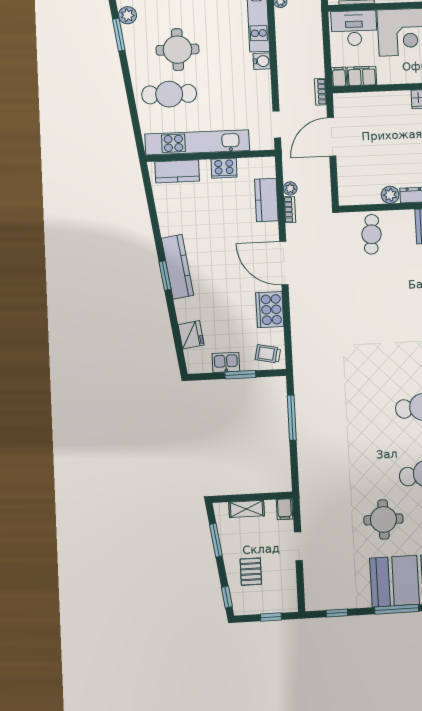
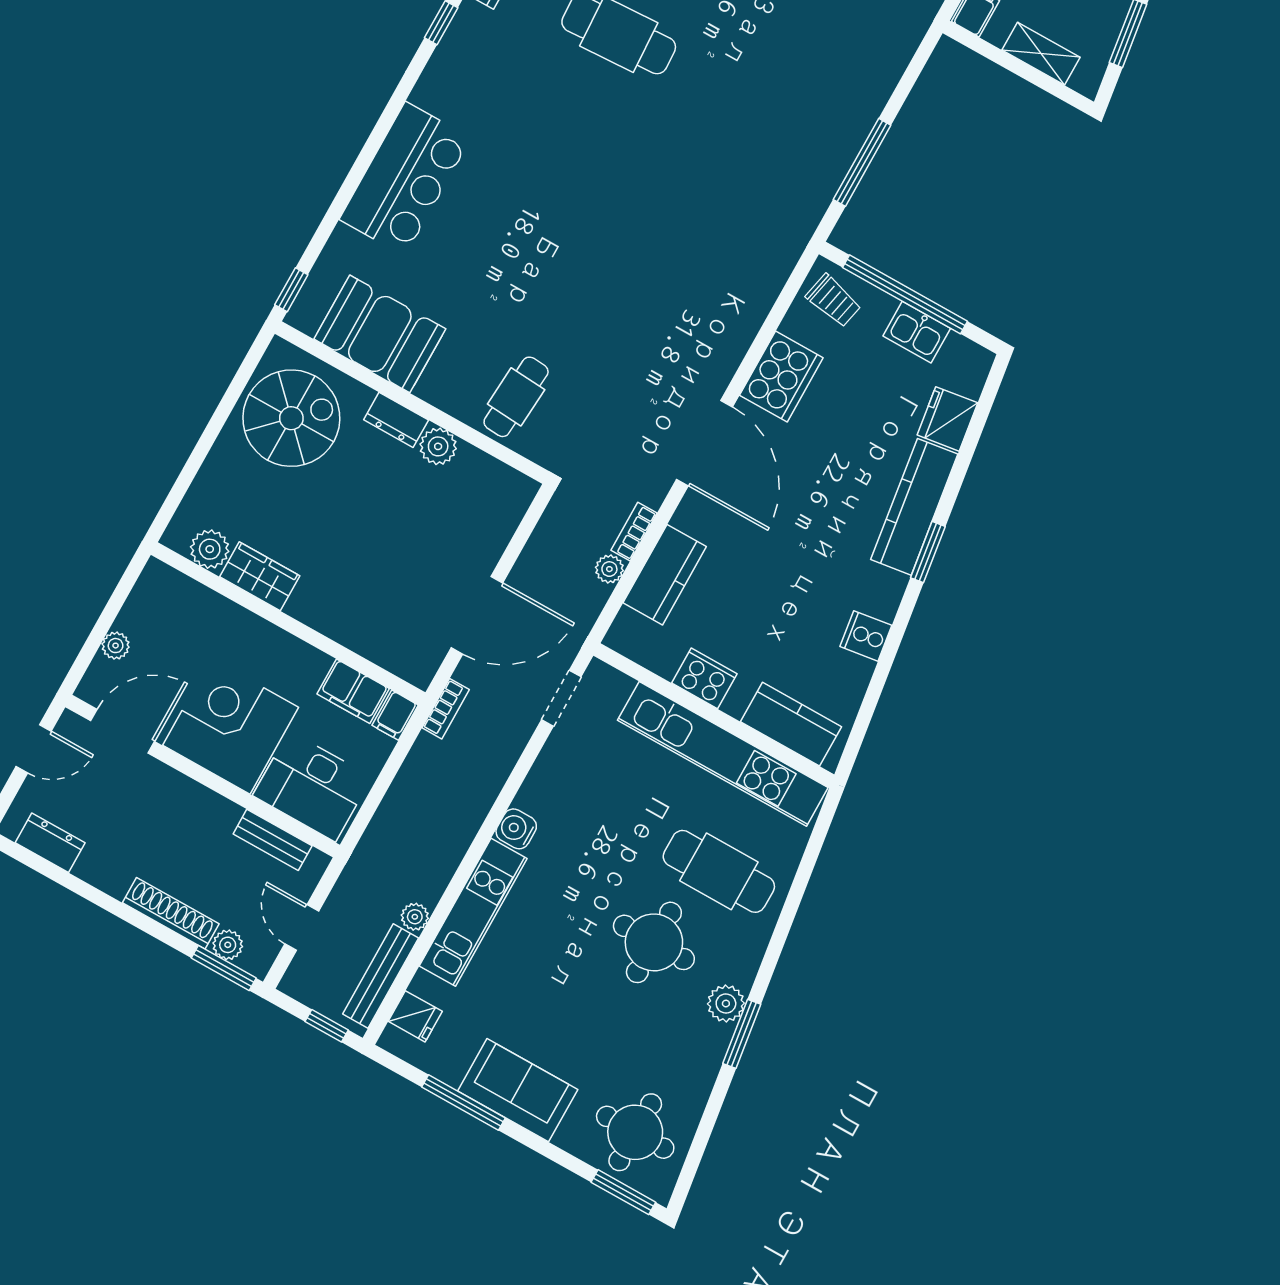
plant: (128, 15) -> (726, 1003), moved
cooker: (169, 226) -> (866, 636), added
kitchen counter: (178, 267) -> (914, 507), moved
window: (240, 375) -> (905, 294), width x2.11

